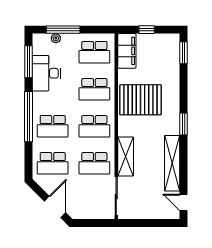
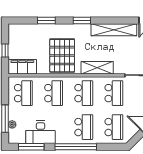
window: (184, 53) -> (46, 20), moved
shelving: (126, 156) -> (97, 68), moved

